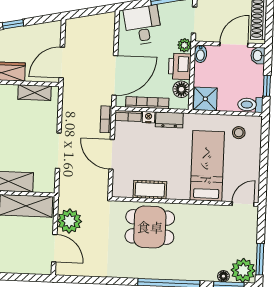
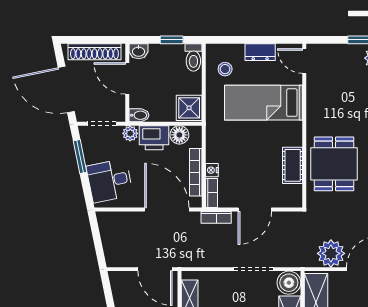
dresser: (169, 120) -> (260, 52), moved, turned 90
boiler: (45, 182) -> (289, 283), added

